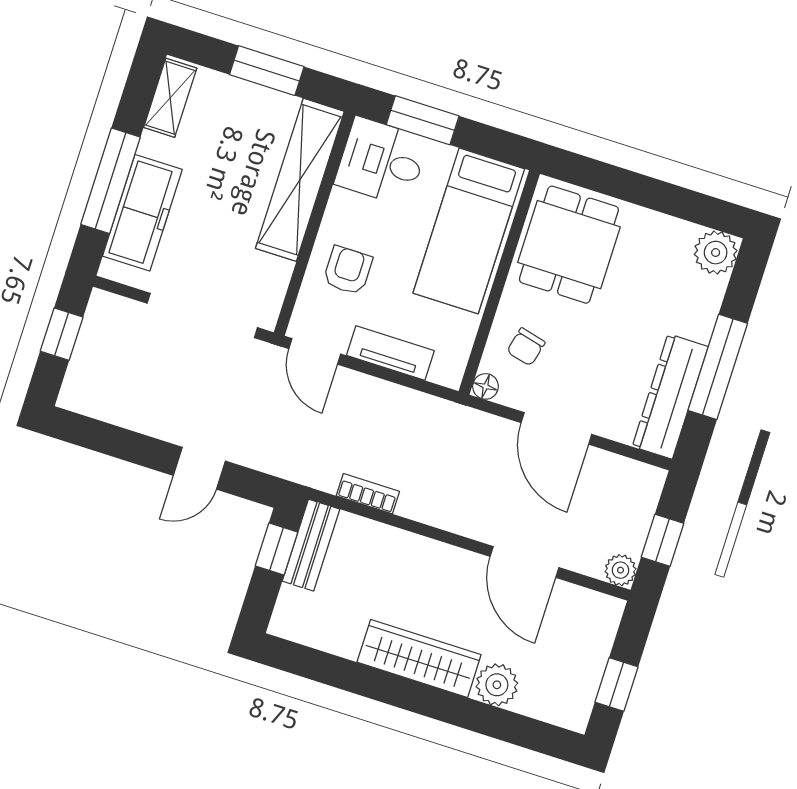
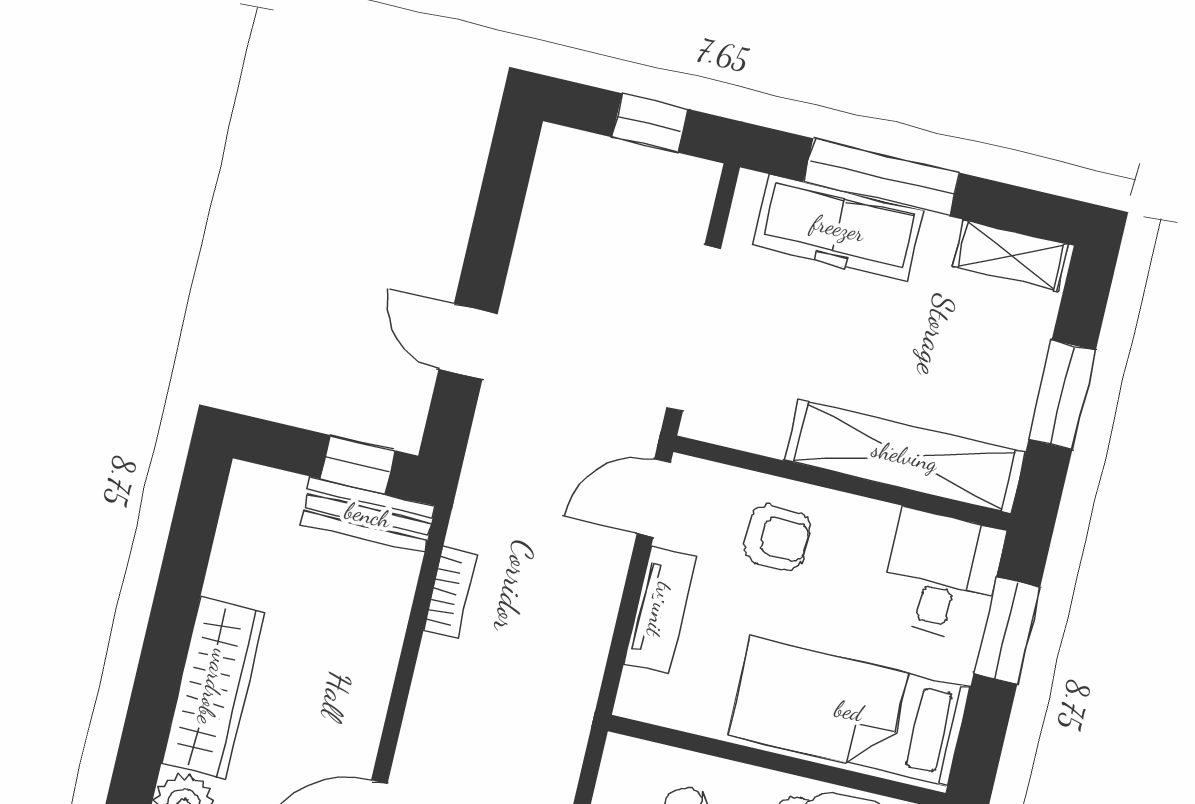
floor lamp: (486, 386) -> (622, 754), removed

